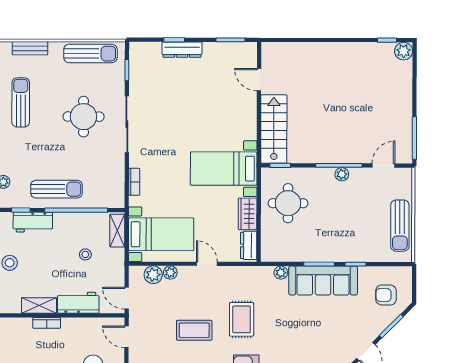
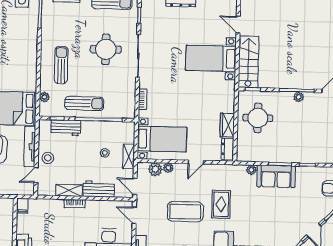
sun lounger: (21, 102) -> (61, 65), moved
bed with nightstands: (224, 169) -> (211, 58), moved
shelving: (117, 231) -> (129, 156), moved
door: (207, 264) -> (196, 162), swing flipped
sofa: (323, 281) -> (276, 176), width x0.73
coffee table: (194, 330) -> (185, 212), width x1.36, depth x1.32

